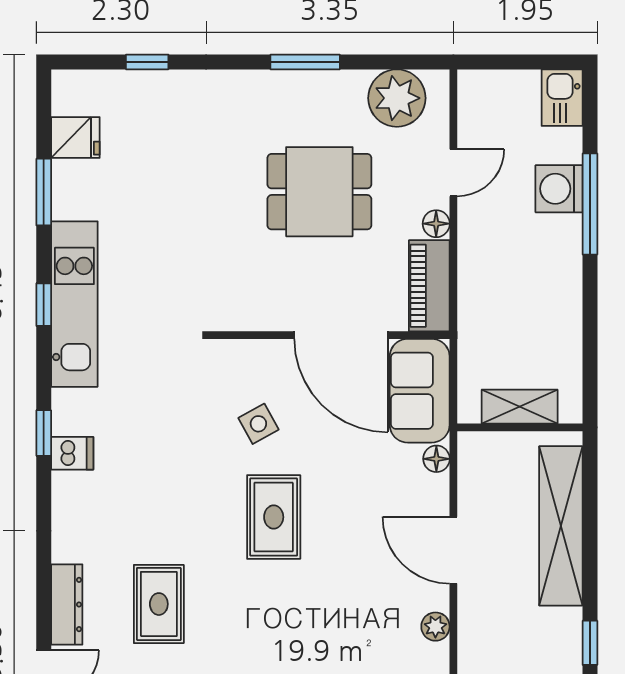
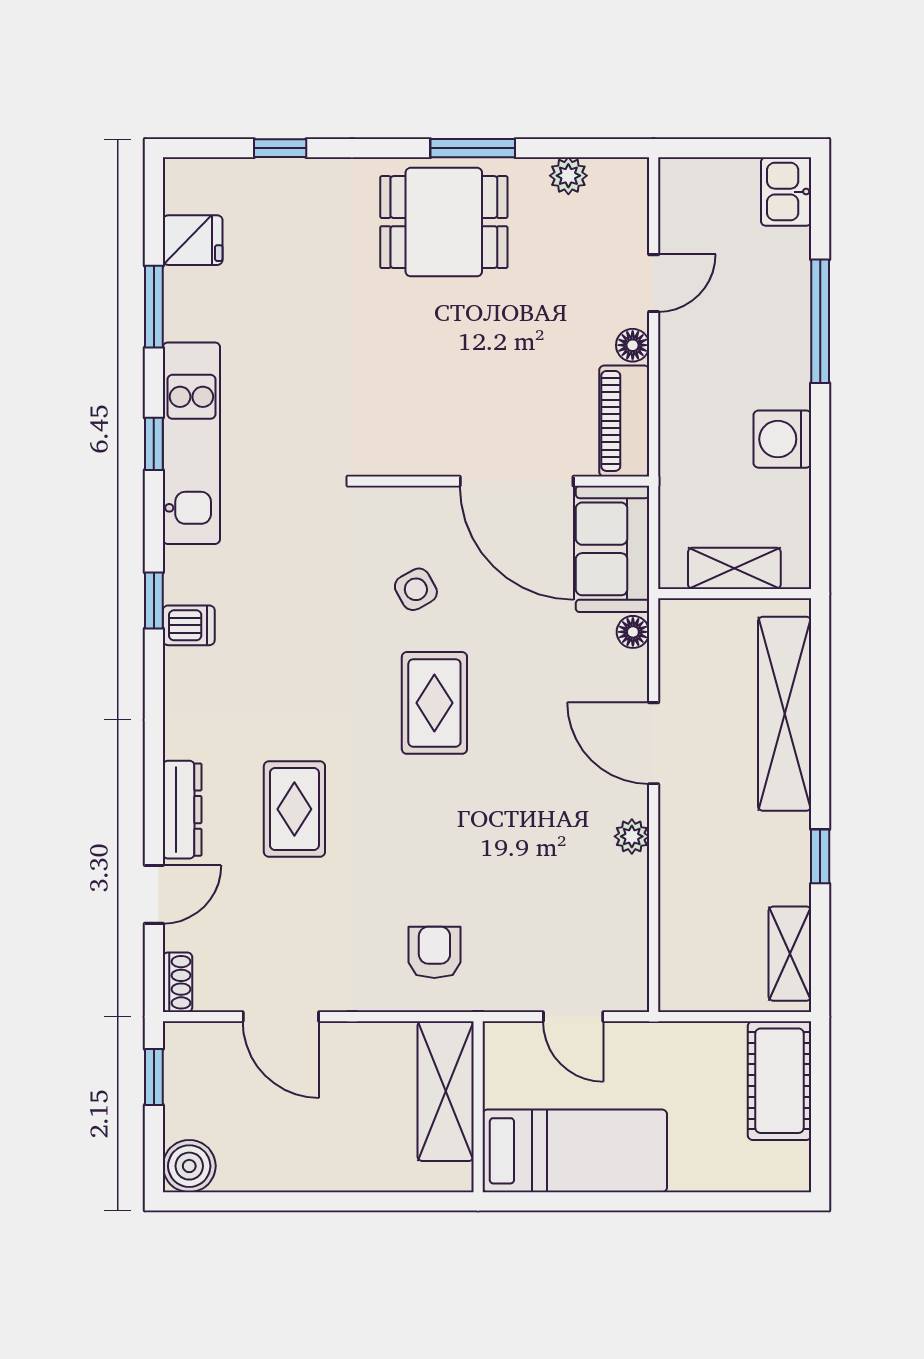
plant: (397, 98) -> (568, 176), width x0.53, depth x0.53
washing machine: (559, 189) -> (782, 439), moved
dining table: (319, 192) -> (444, 222), moved

